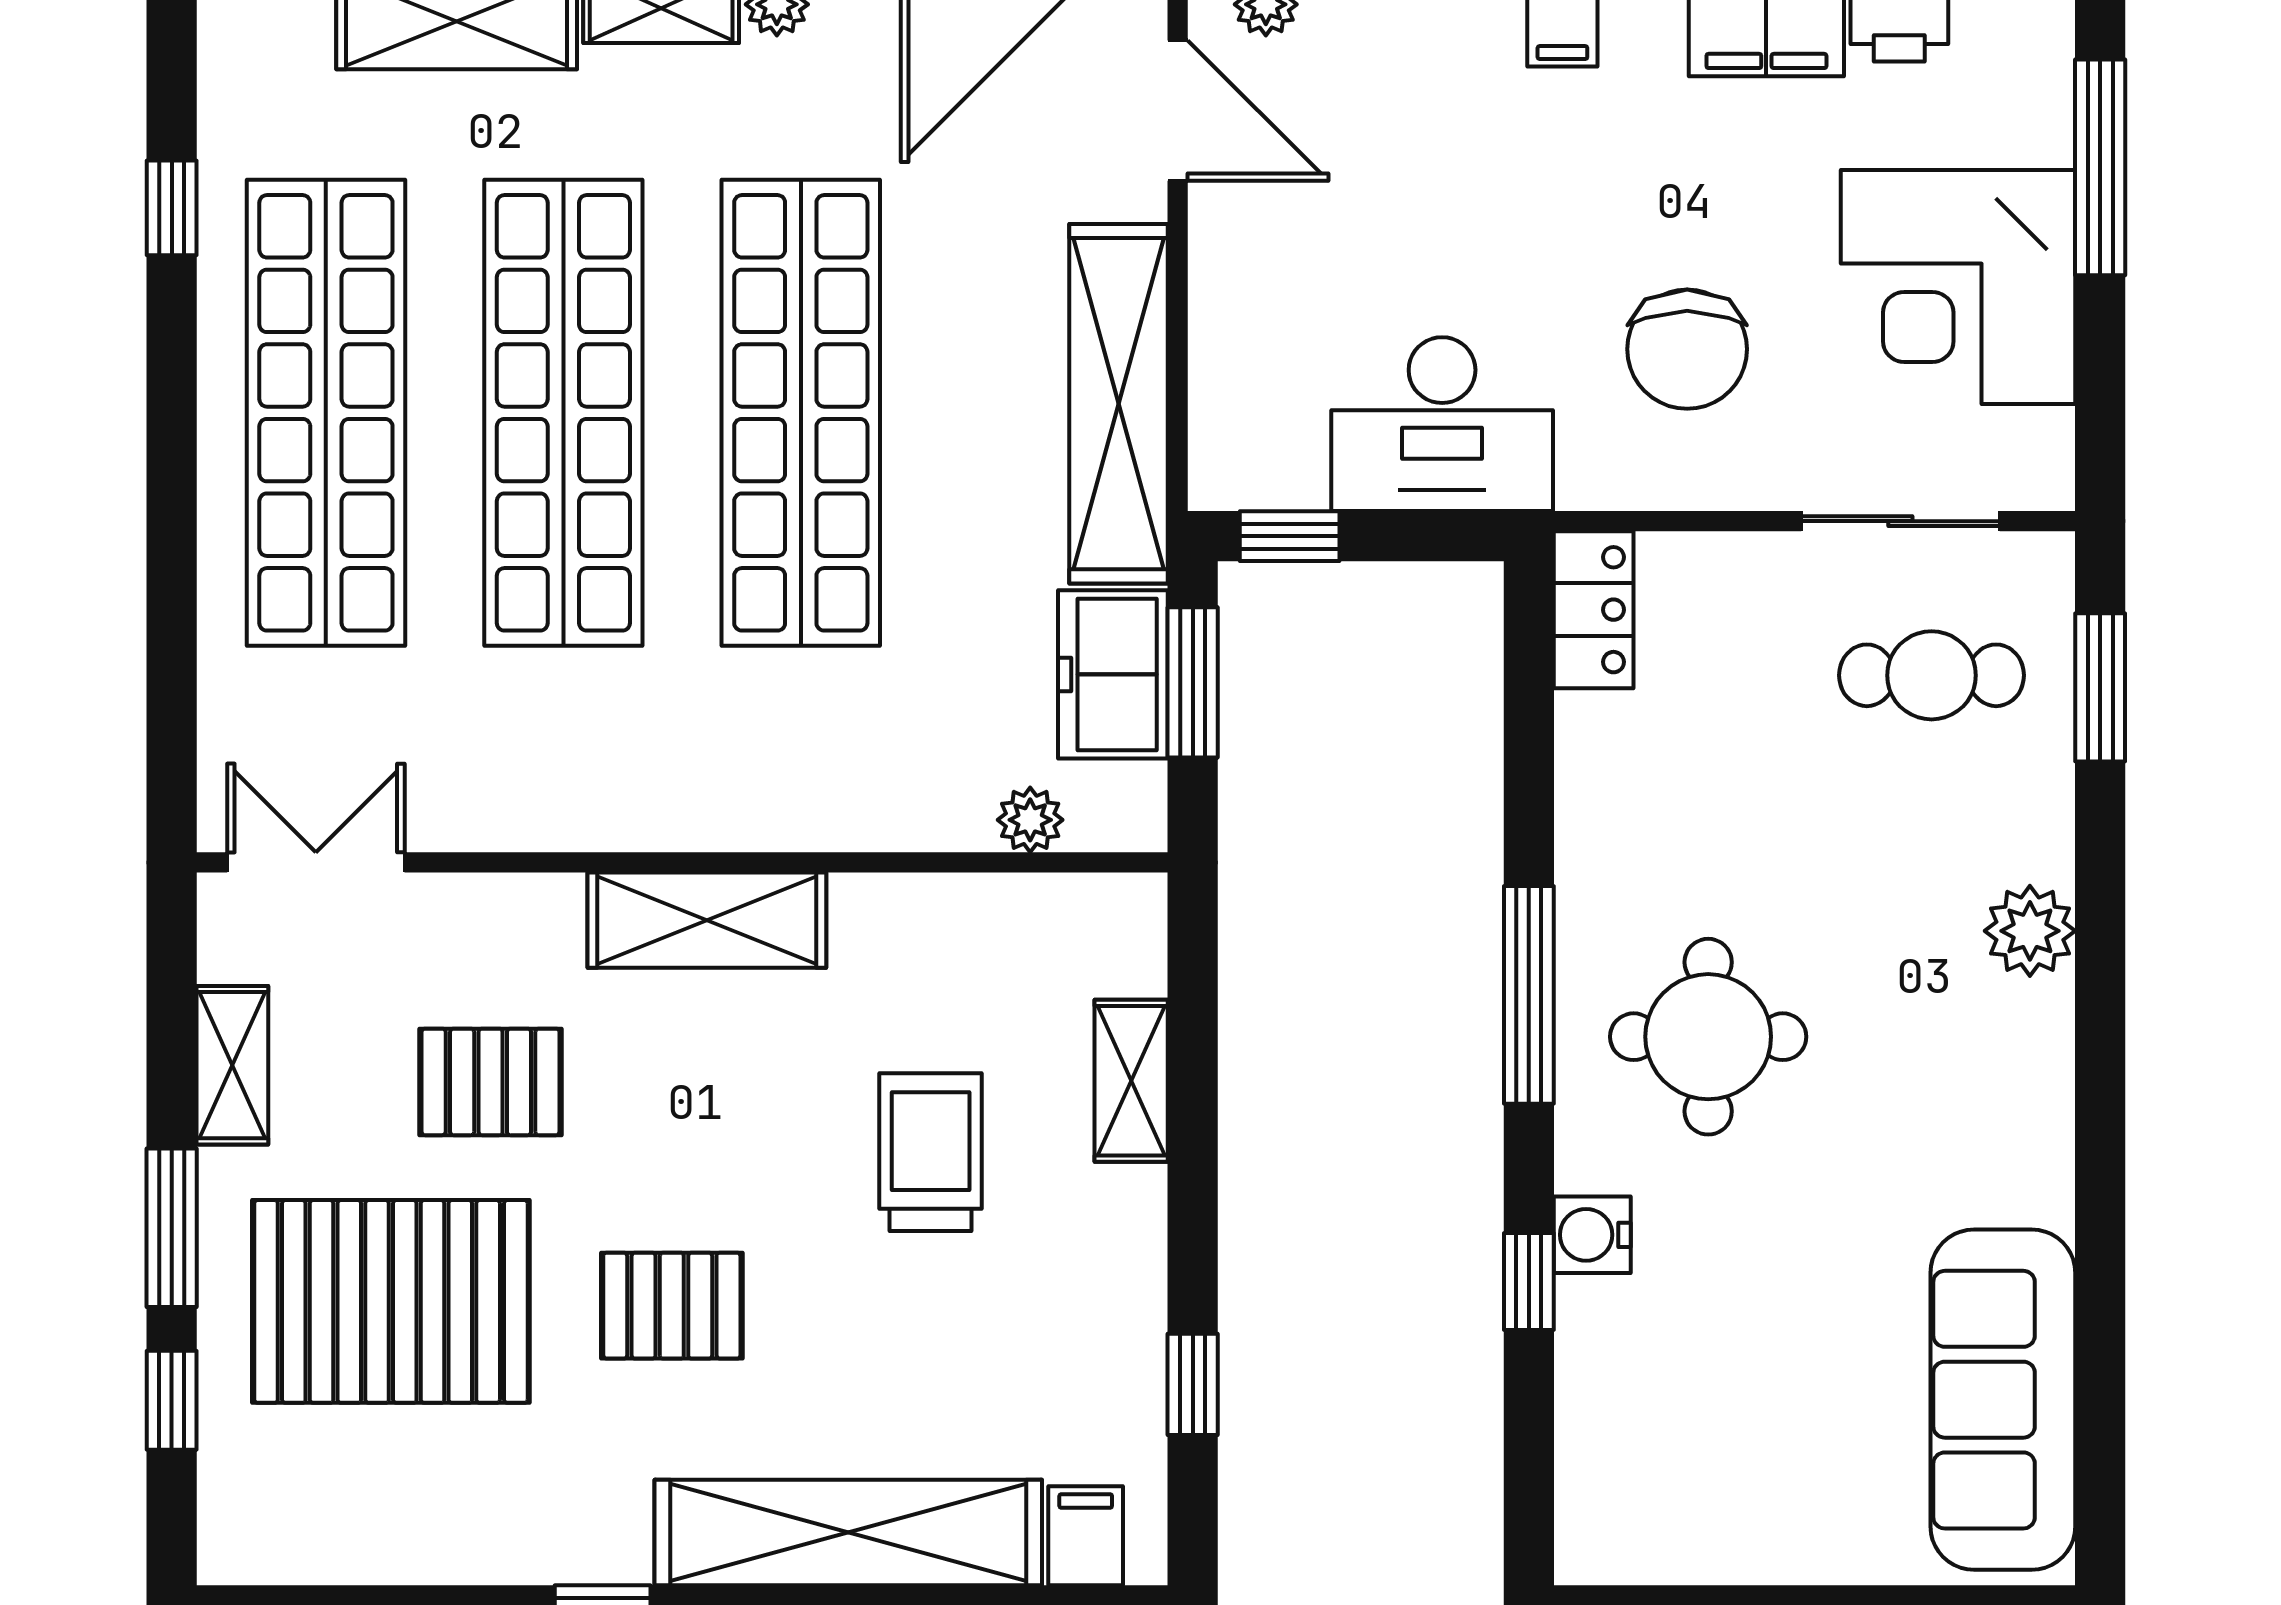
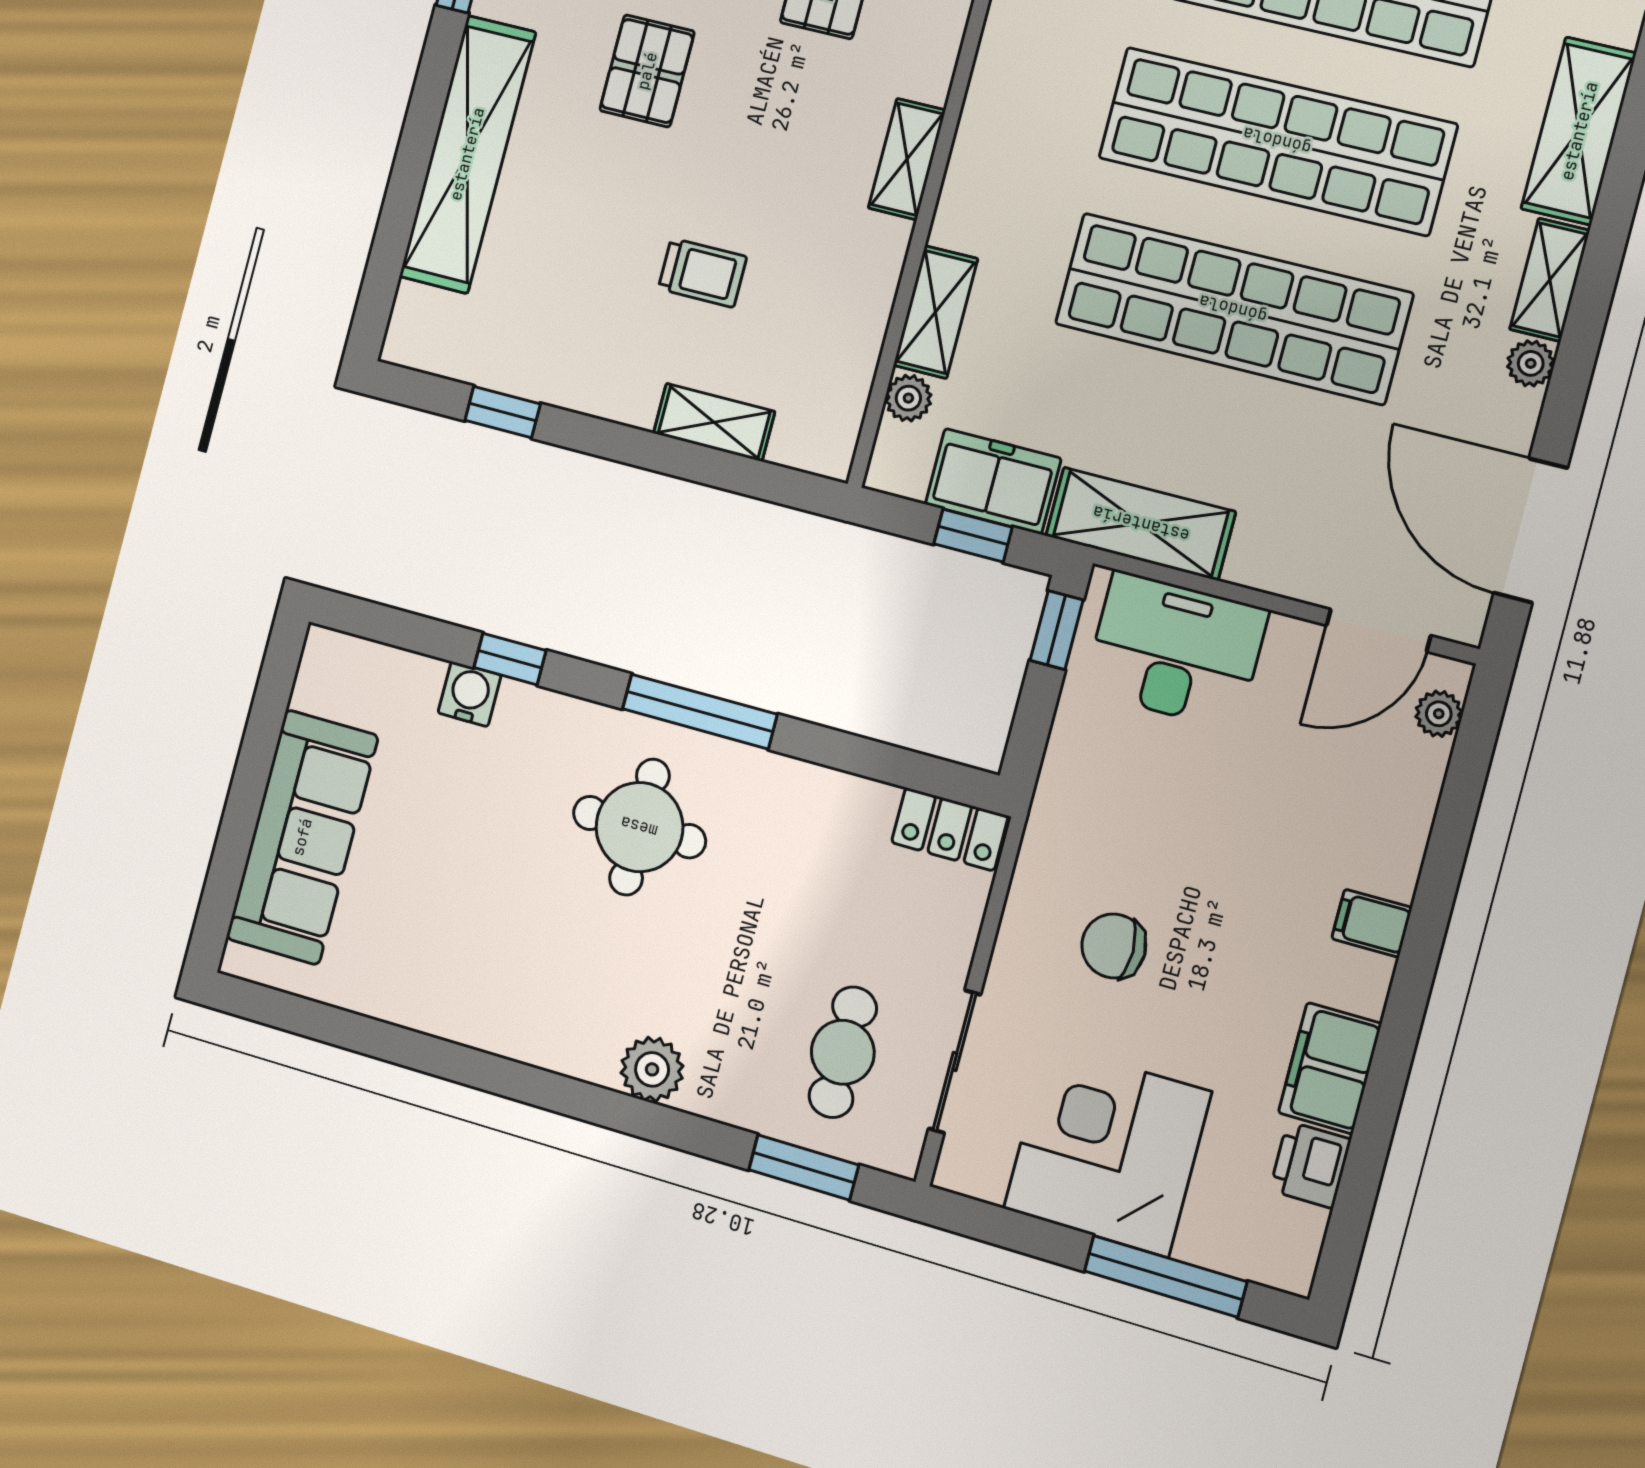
chair: (1687, 349) -> (1114, 946), width x0.73, depth x0.73
shelving: (1119, 404) -> (1141, 524), width x0.68
desk: (1442, 424) -> (1176, 651), moved, turned 90
window: (1193, 682) -> (973, 535), width x0.67
shelving: (905, 814) -> (936, 312), added
shelving: (707, 920) -> (907, 159), width x0.67, depth x0.75
trolley: (931, 1152) -> (702, 273), width x0.73, depth x0.72
water cooler: (1592, 1235) -> (470, 694), moved
sofa: (2003, 1400) -> (302, 837), moved, turned 90
filing cabinet: (1086, 1536) -> (423, 314), removed

